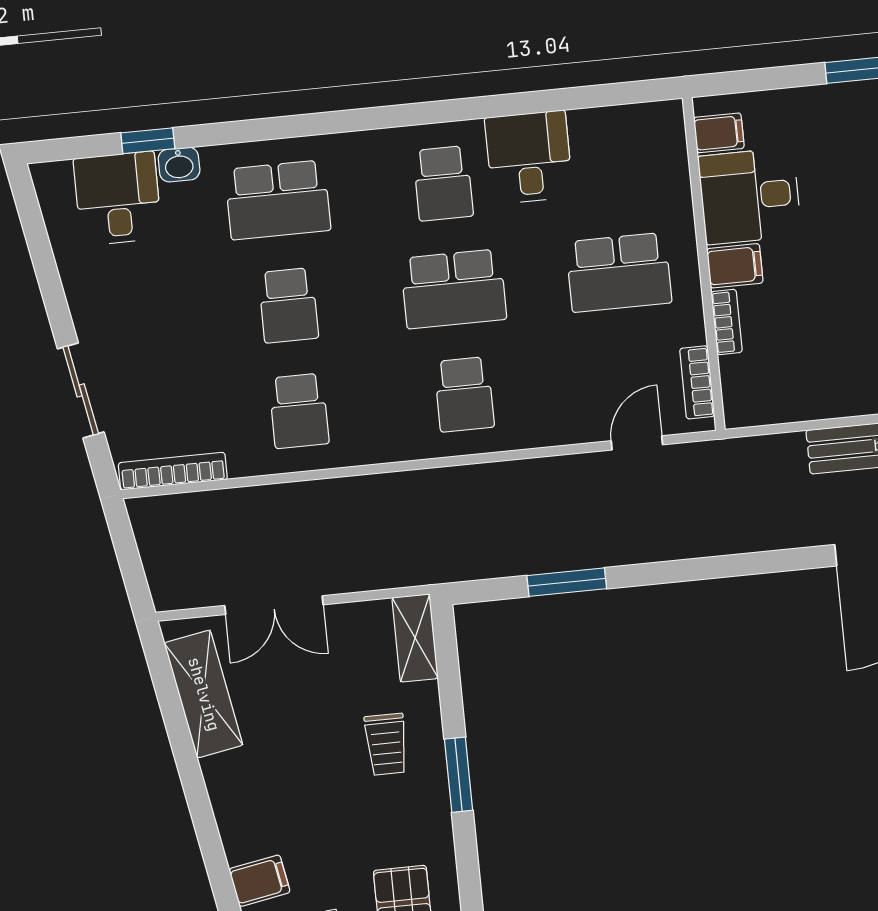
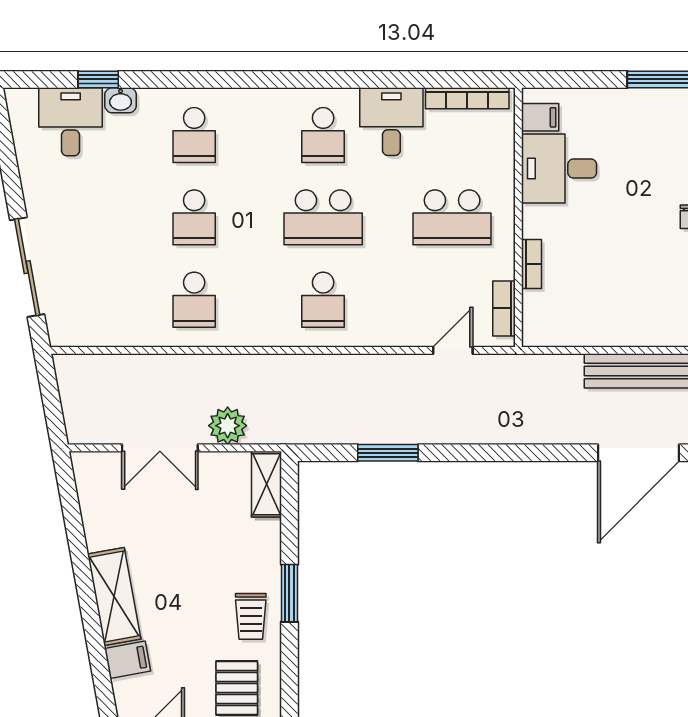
school desk: (278, 200) -> (194, 135), width x0.54
filing cabinet: (735, 266) -> (542, 221), removed
sliding door: (81, 390) -> (27, 267), width x1.37
bookcase: (173, 471) -> (467, 98), moved, turned 180
plant: (358, 568) -> (228, 426), added
shelving: (204, 694) -> (114, 597), moved
trolley: (386, 744) -> (251, 616), moved

